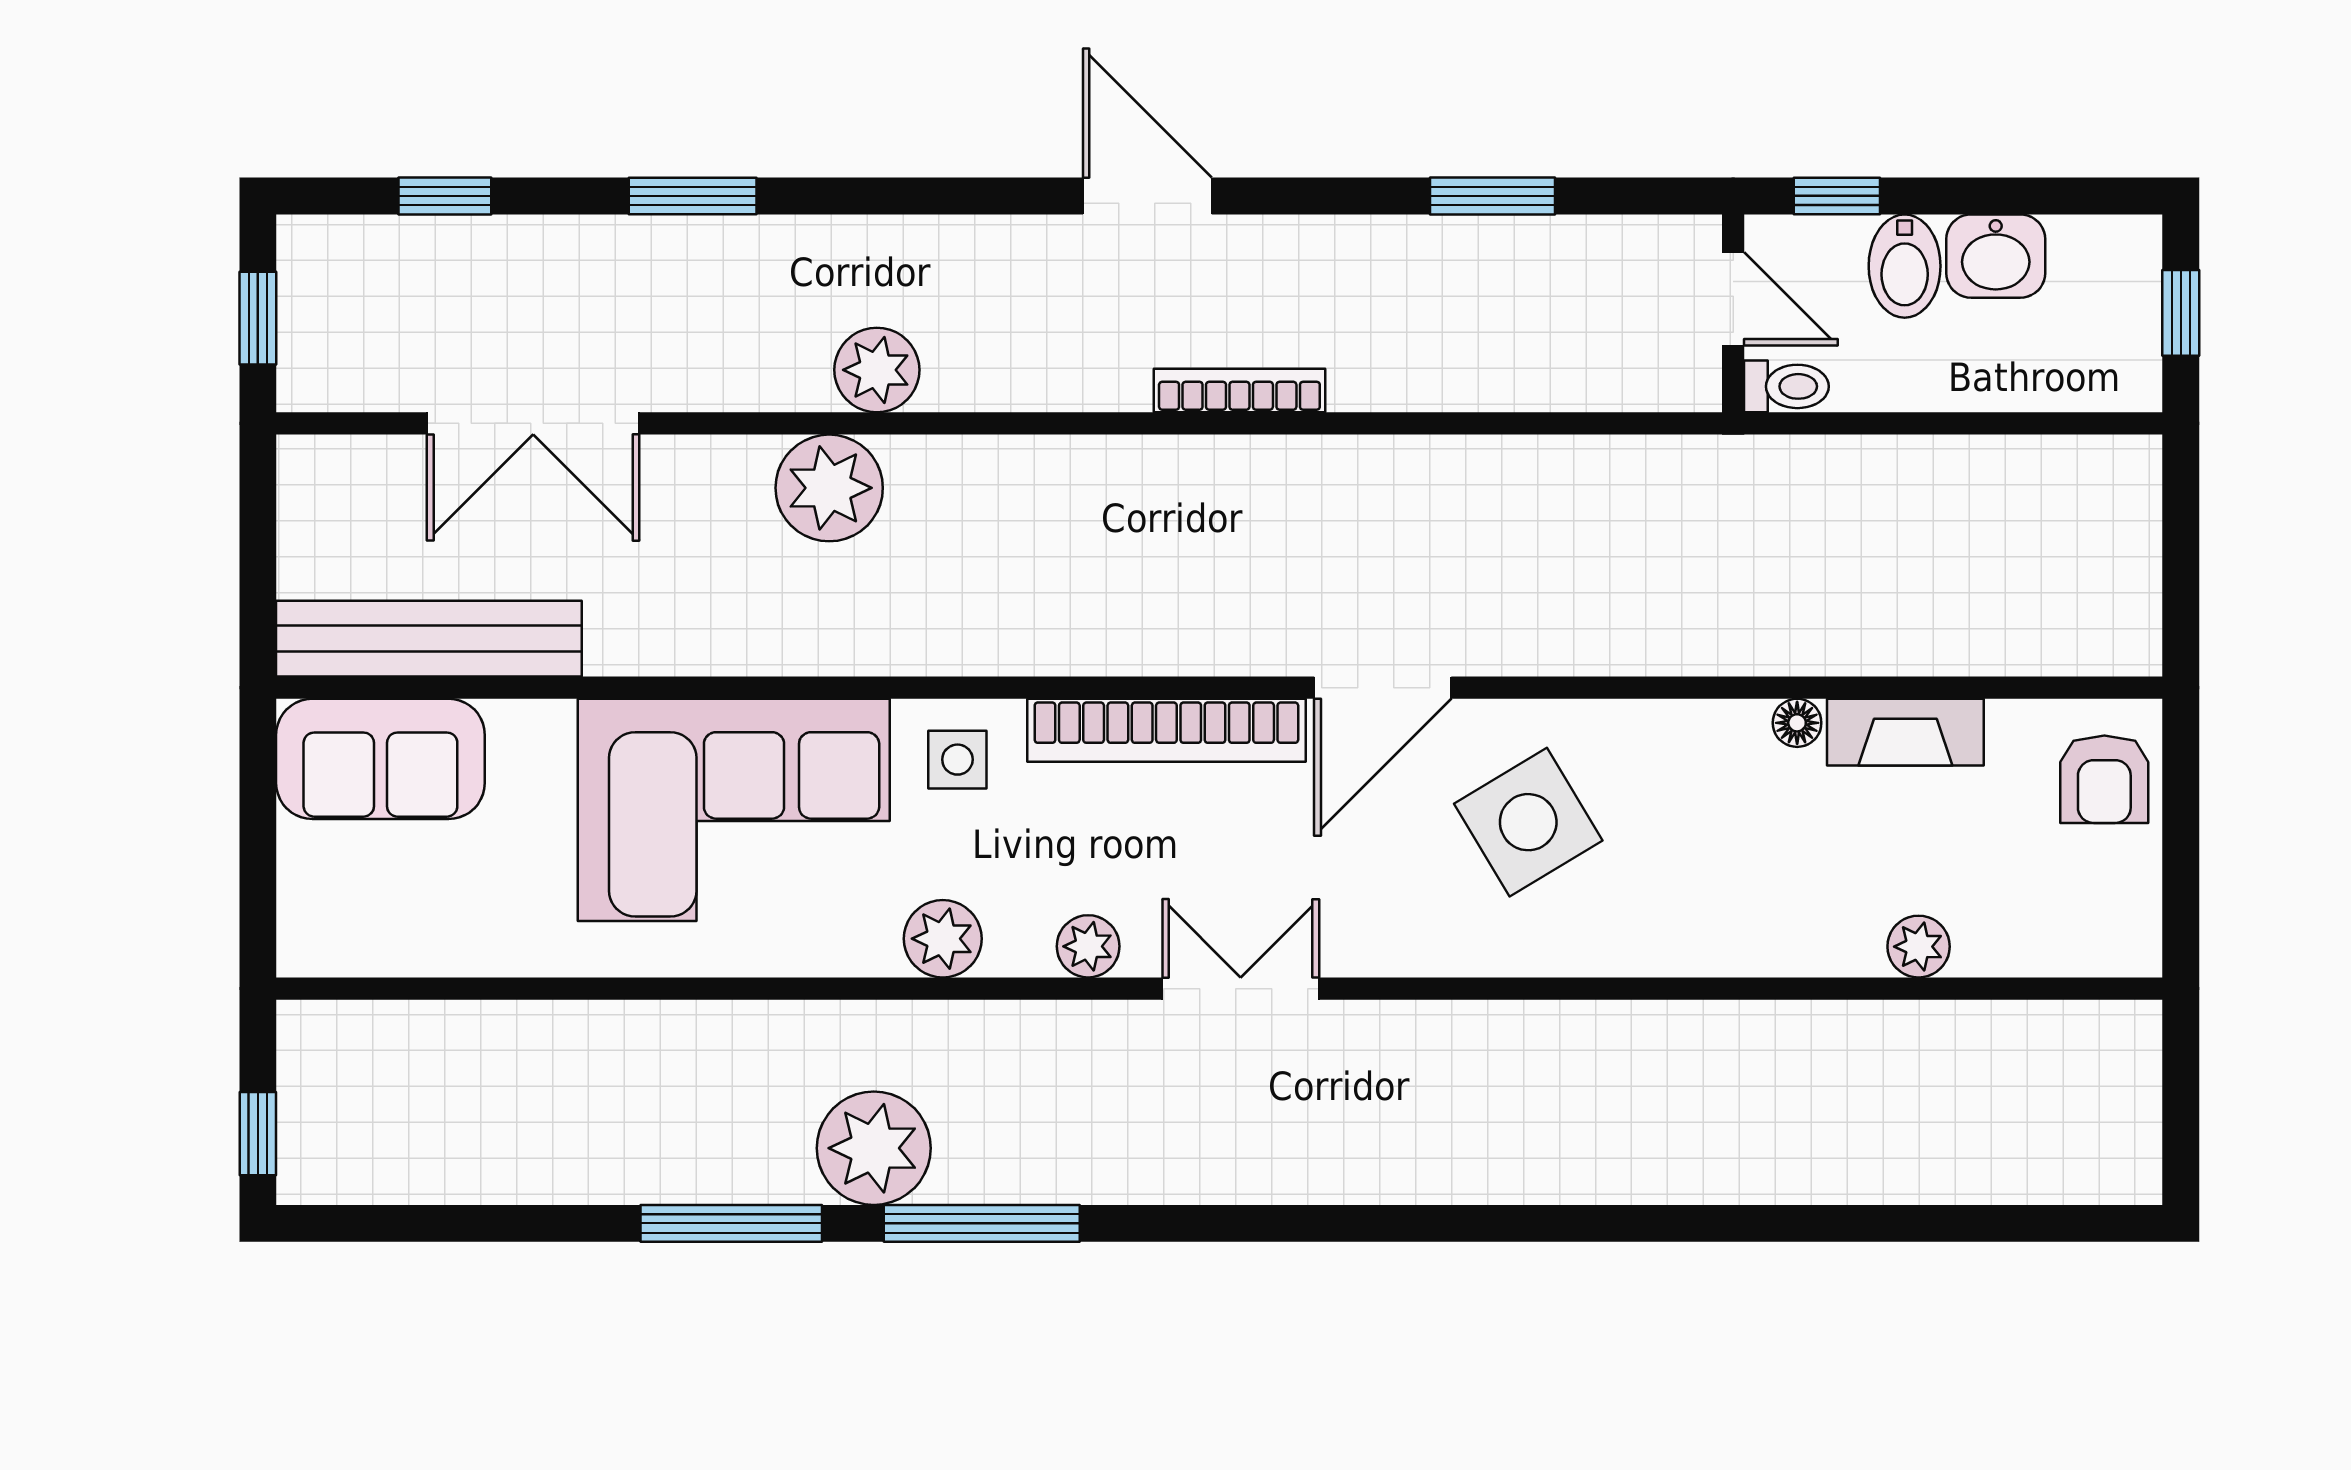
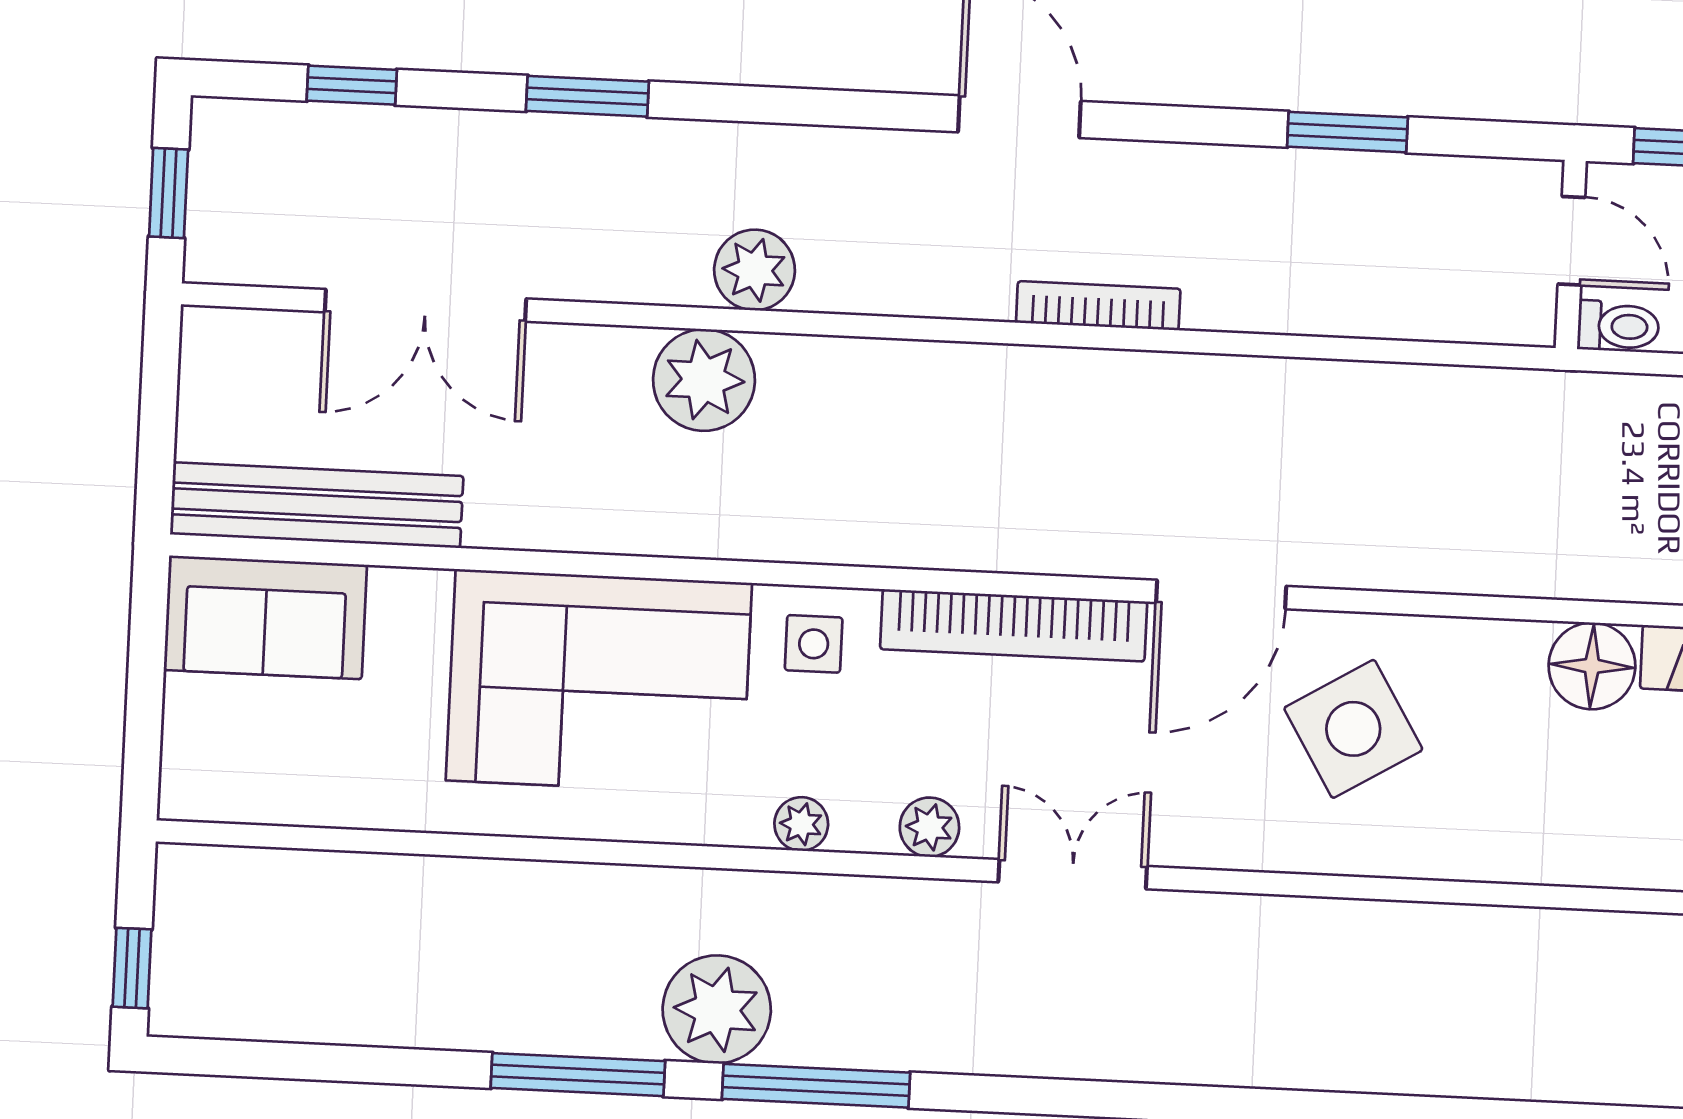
floor lamp: (1797, 723) -> (1592, 666), width x1.89, depth x1.89
plant: (943, 939) -> (801, 824), width x0.73, depth x0.73

